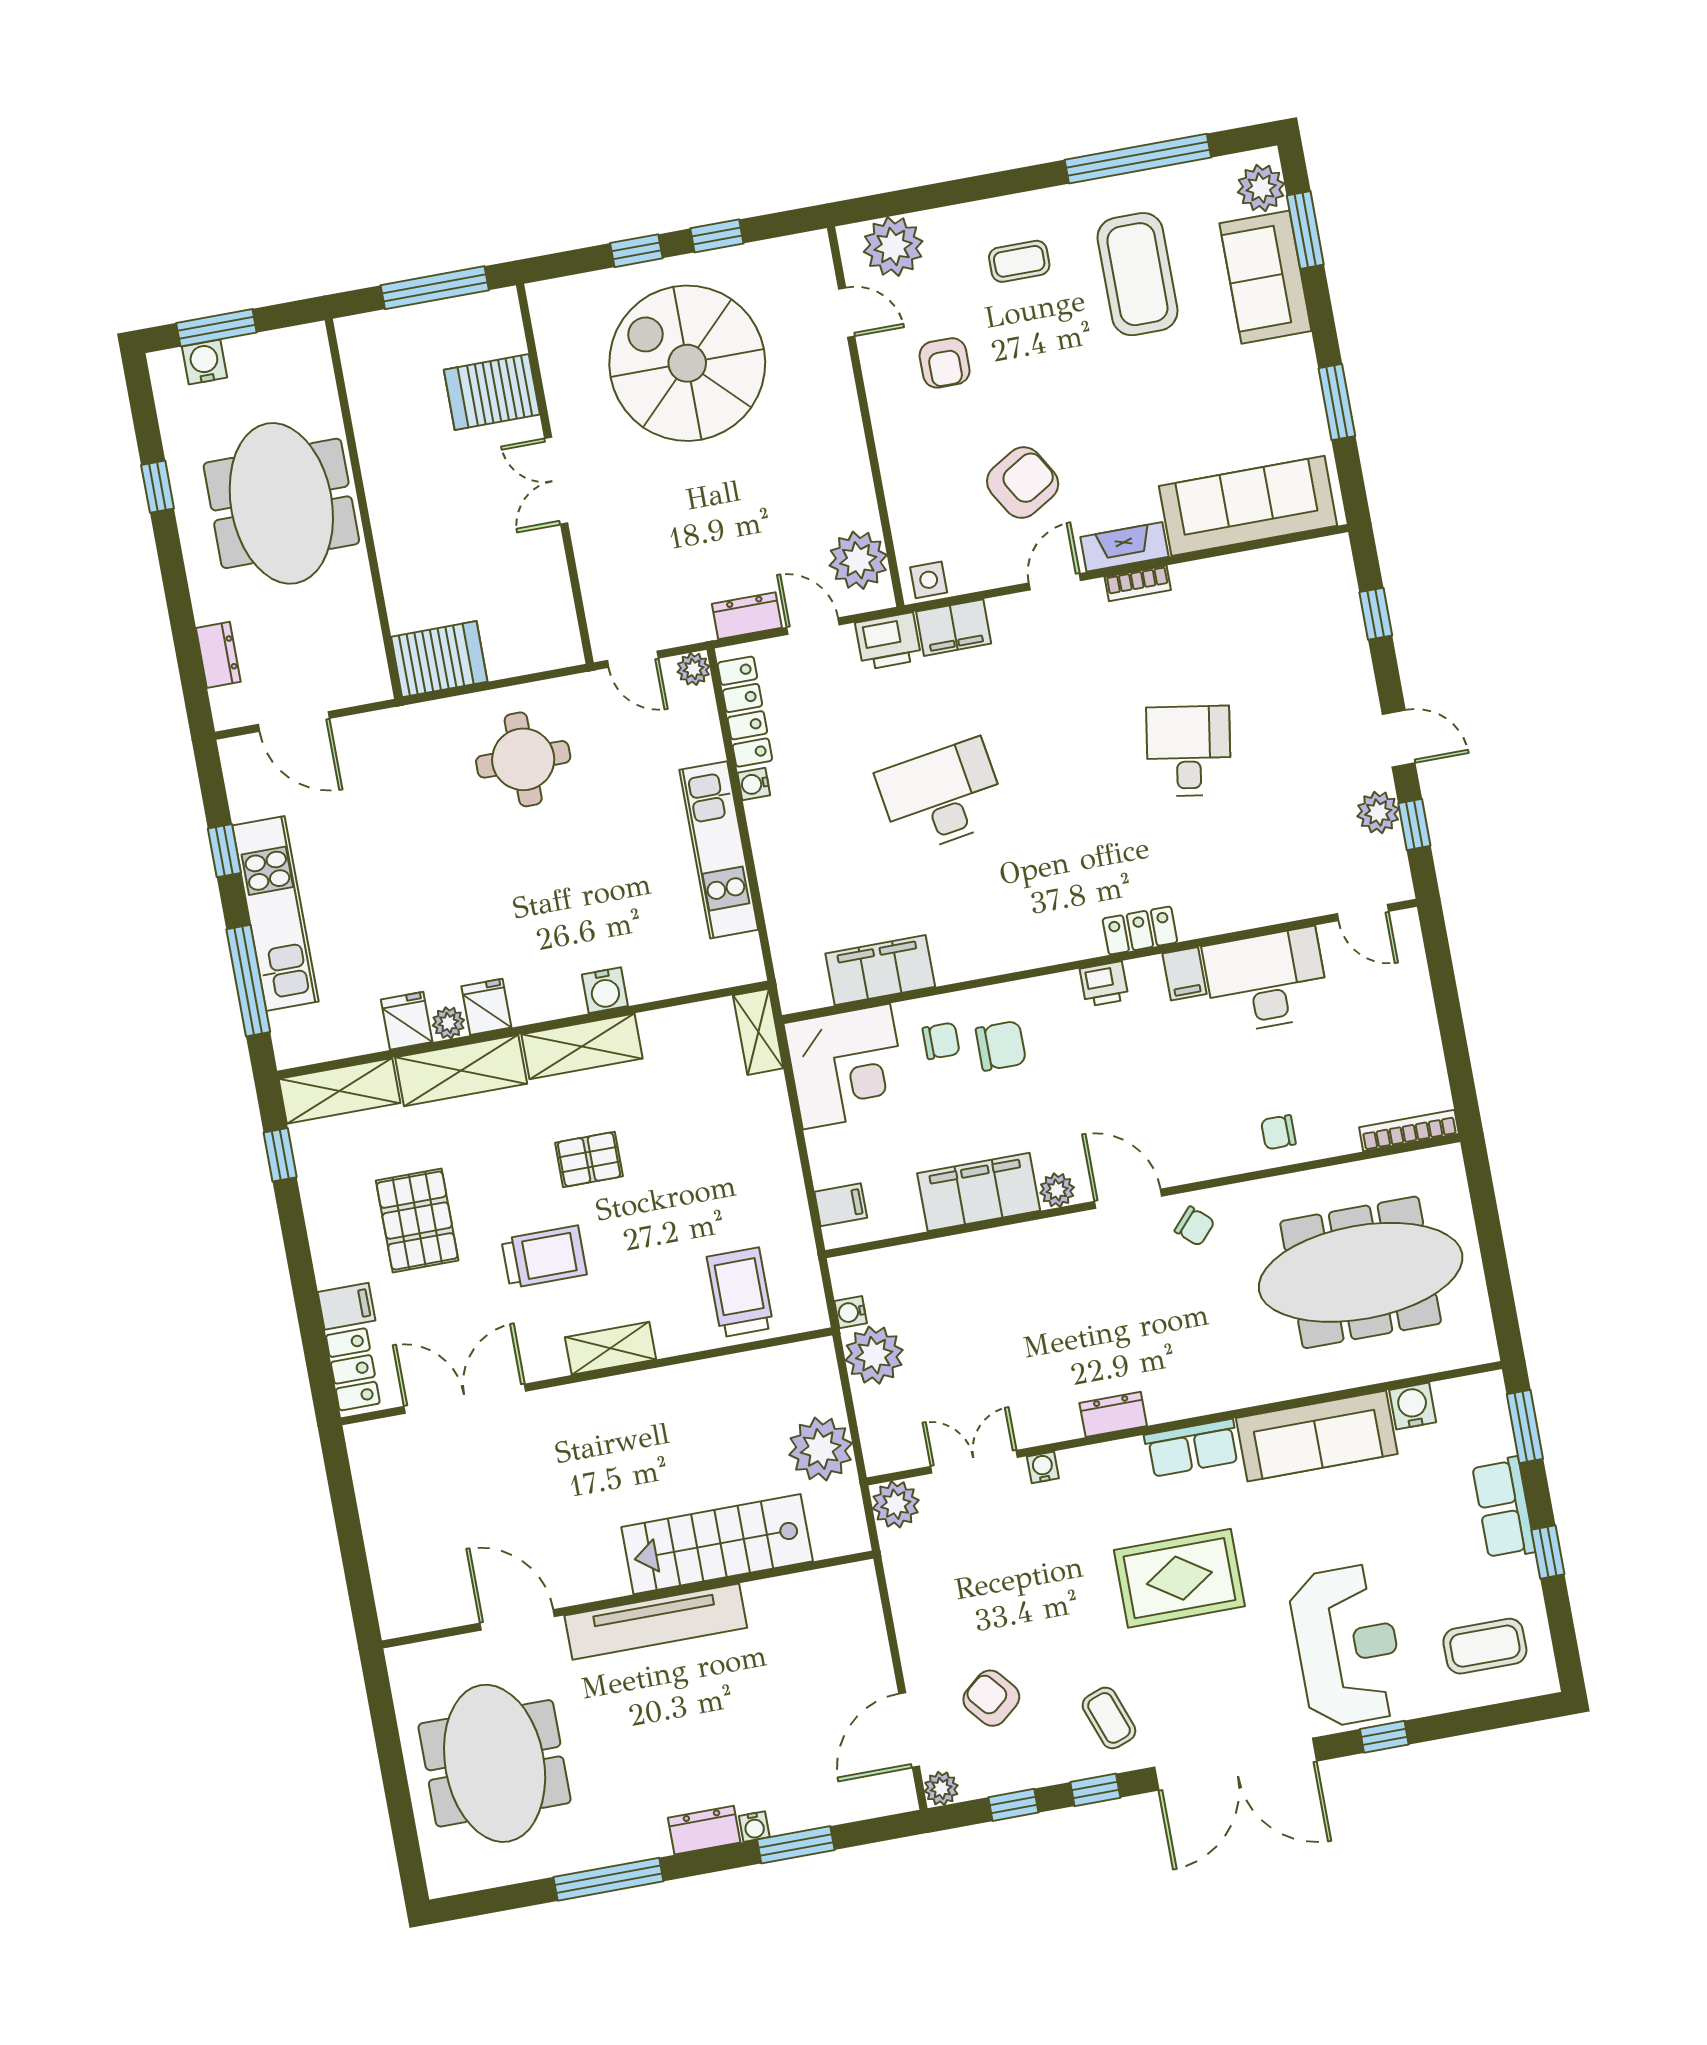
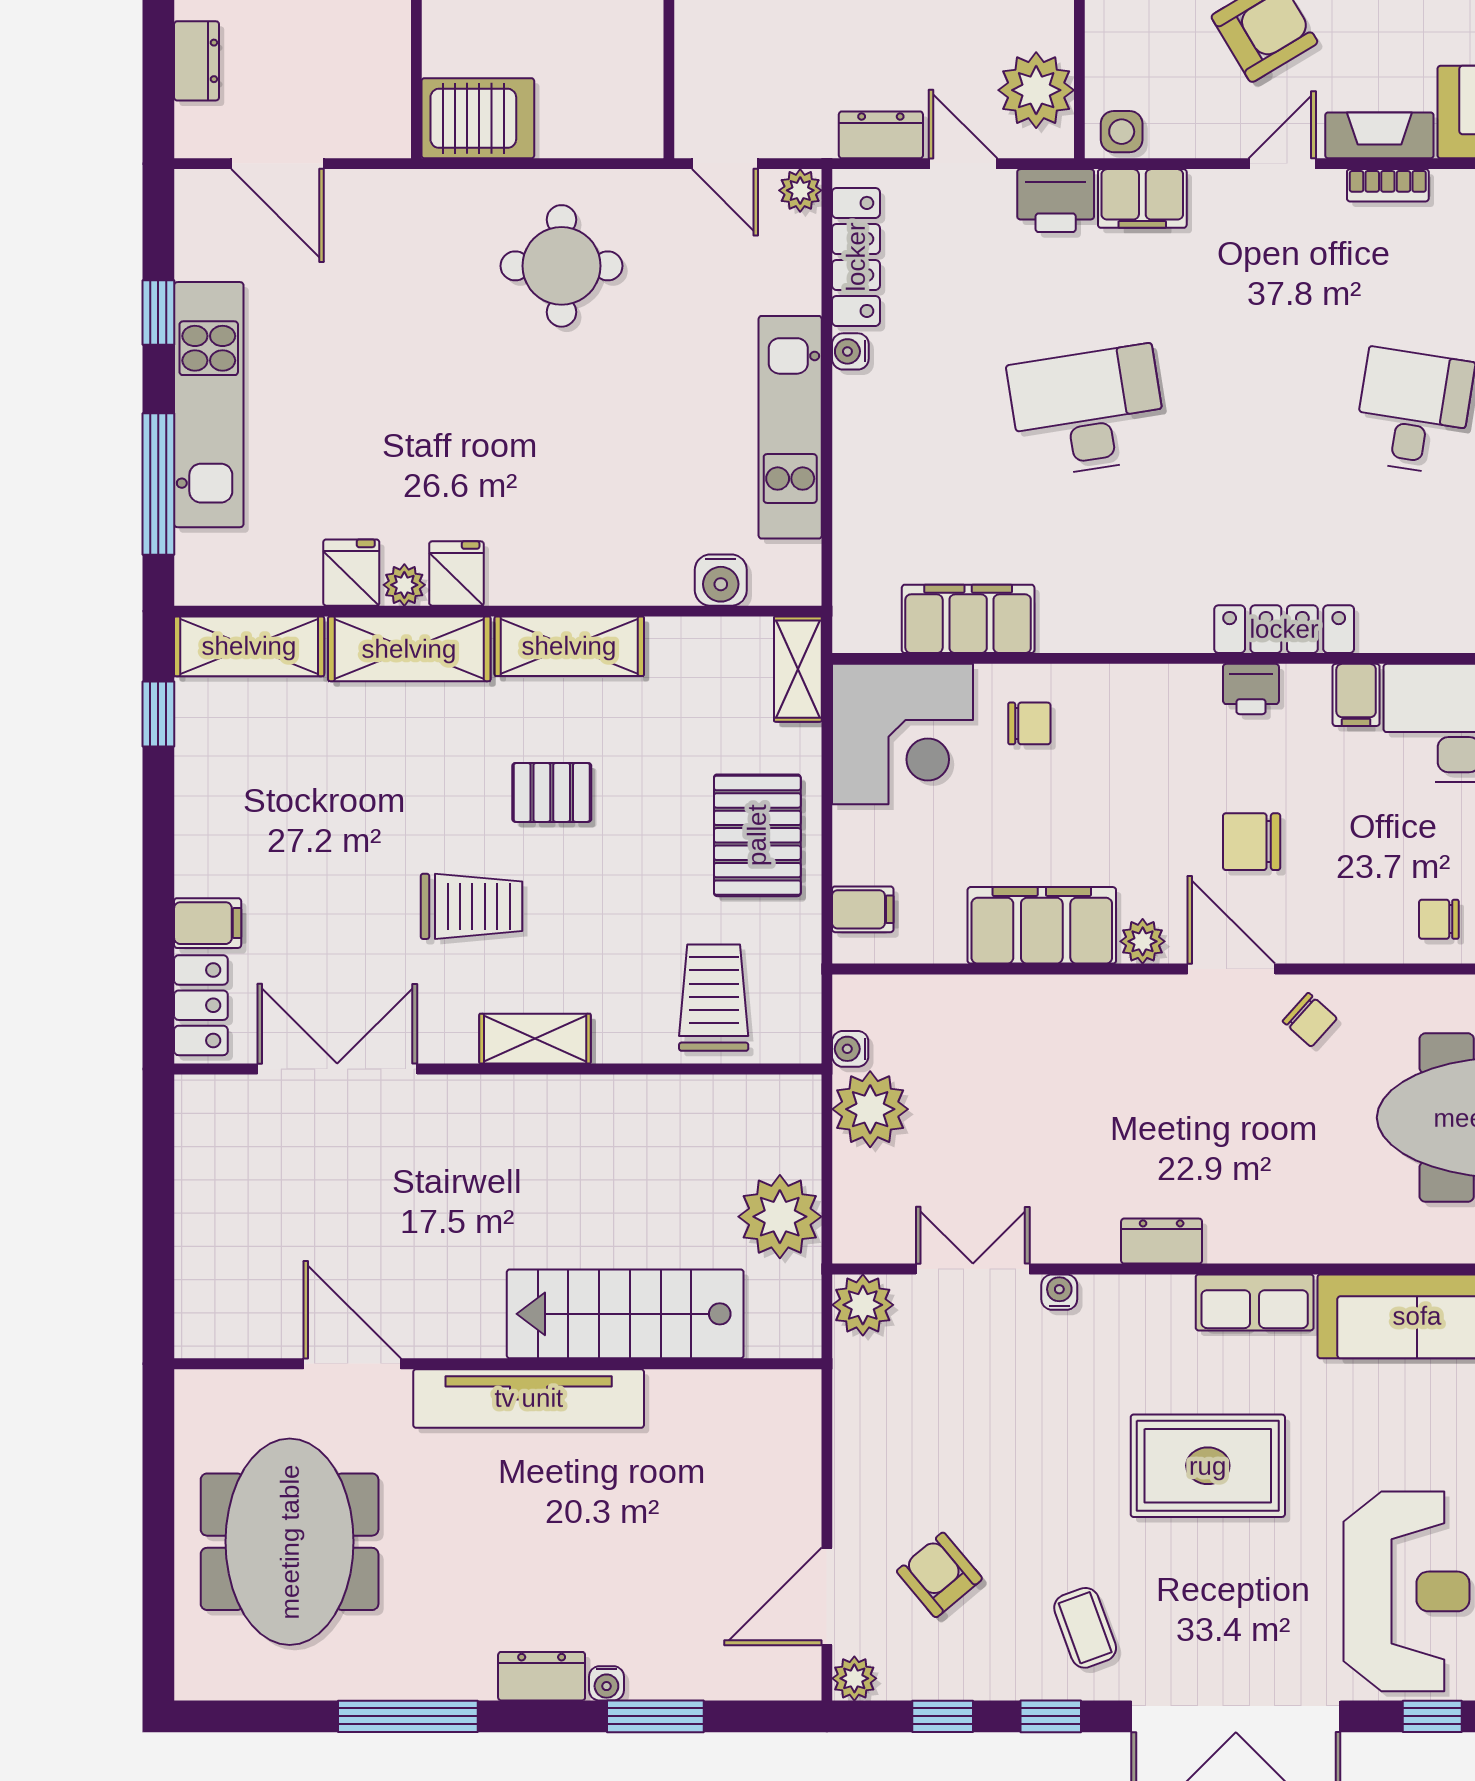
locker: (1140, 931) -> (1284, 629), width x1.53
water cooler: (605, 990) -> (721, 580), moved
chair: (1001, 1046) -> (1252, 842), moved, turned 180
pallet: (417, 1221) -> (757, 835), moved

